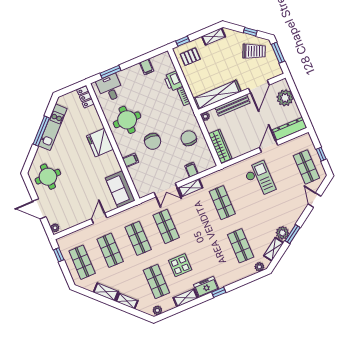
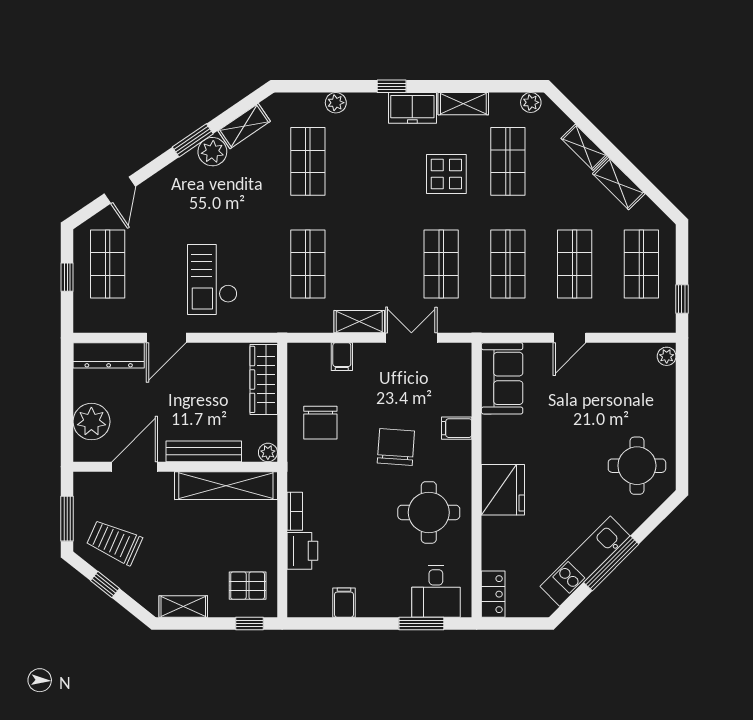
door: (39, 209) -> (682, 408), removed
plant: (259, 267) -> (336, 103), moved

